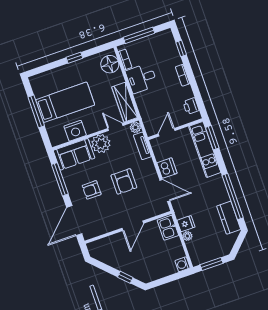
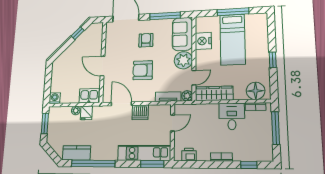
door: (167, 132) -> (172, 123), hinge flipped
door: (165, 191) -> (121, 104), swing flipped
window: (125, 277) -> (78, 33), moved

